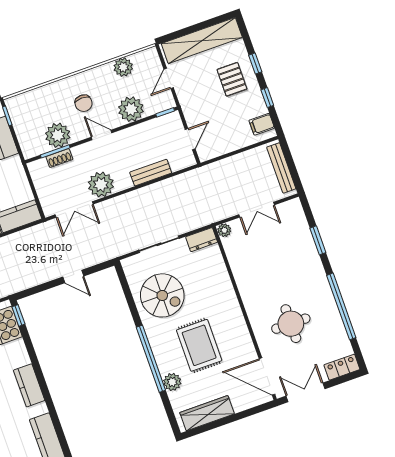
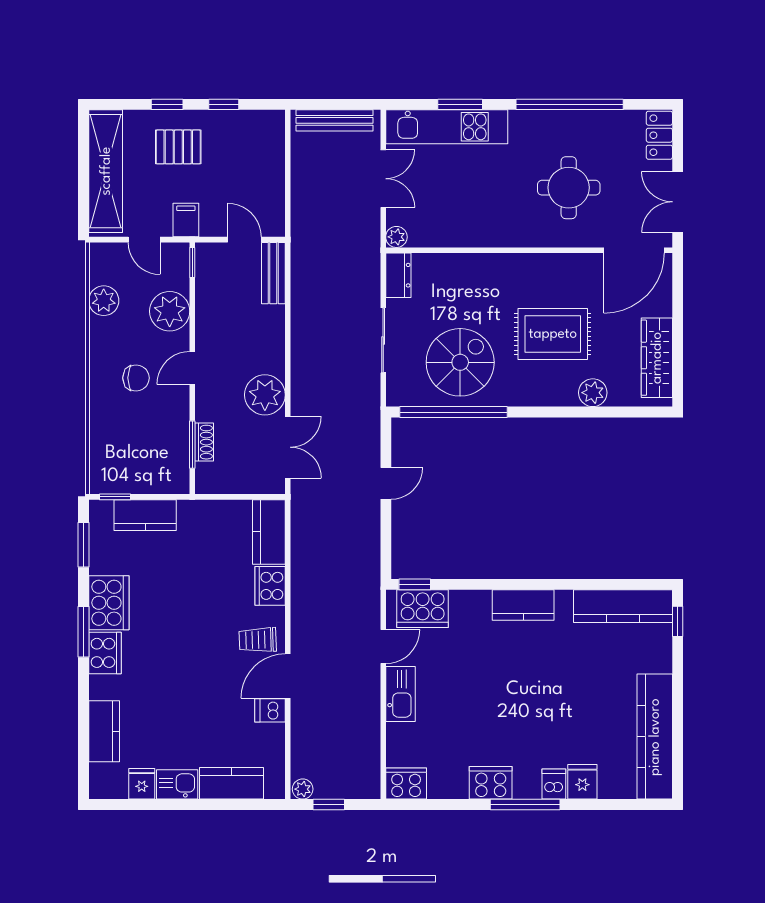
filing cabinet: (262, 124) -> (186, 220), moved, turned 180
plant: (58, 135) -> (170, 433), removed
bench: (151, 173) -> (273, 273), moved
kitchen unit: (301, 237) -> (447, 127), added
window: (151, 359) -> (454, 412), moved

